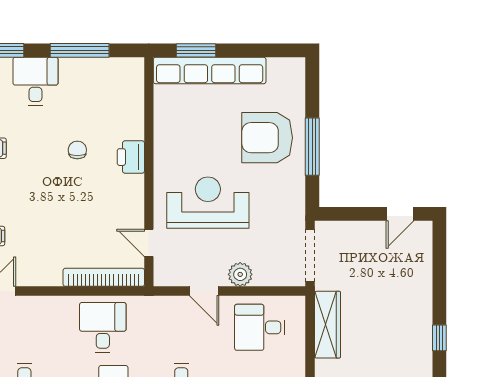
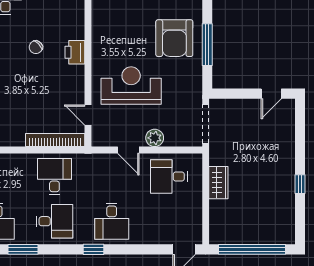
armchair: (267, 138) -> (174, 38), turned -90
chair: (77, 150) -> (36, 47), turned -135
wardrobe: (328, 325) -> (218, 183), width x0.67

